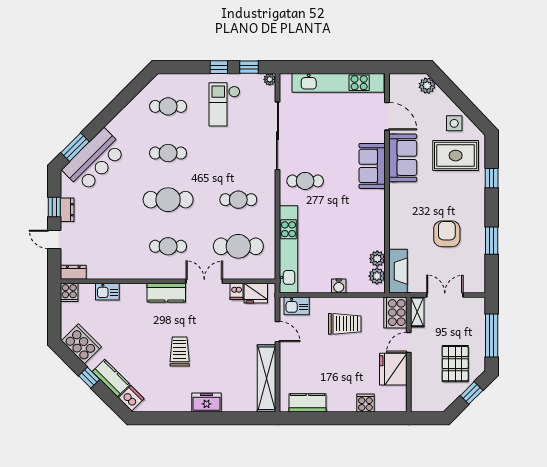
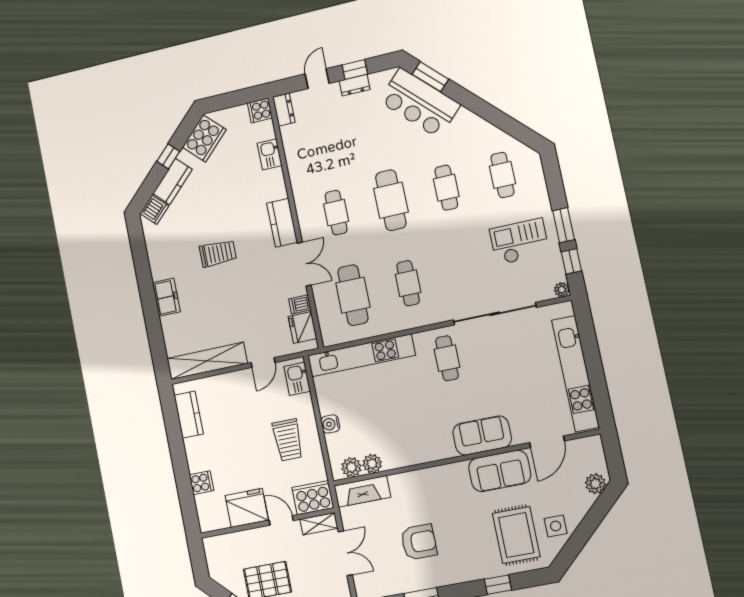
window: (219, 67) -> (564, 225), width x1.50

